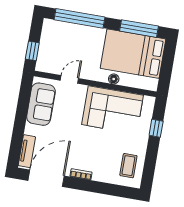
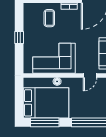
window: (156, 128) -> (19, 37), moved
coffee table: (128, 166) -> (49, 18), moved

